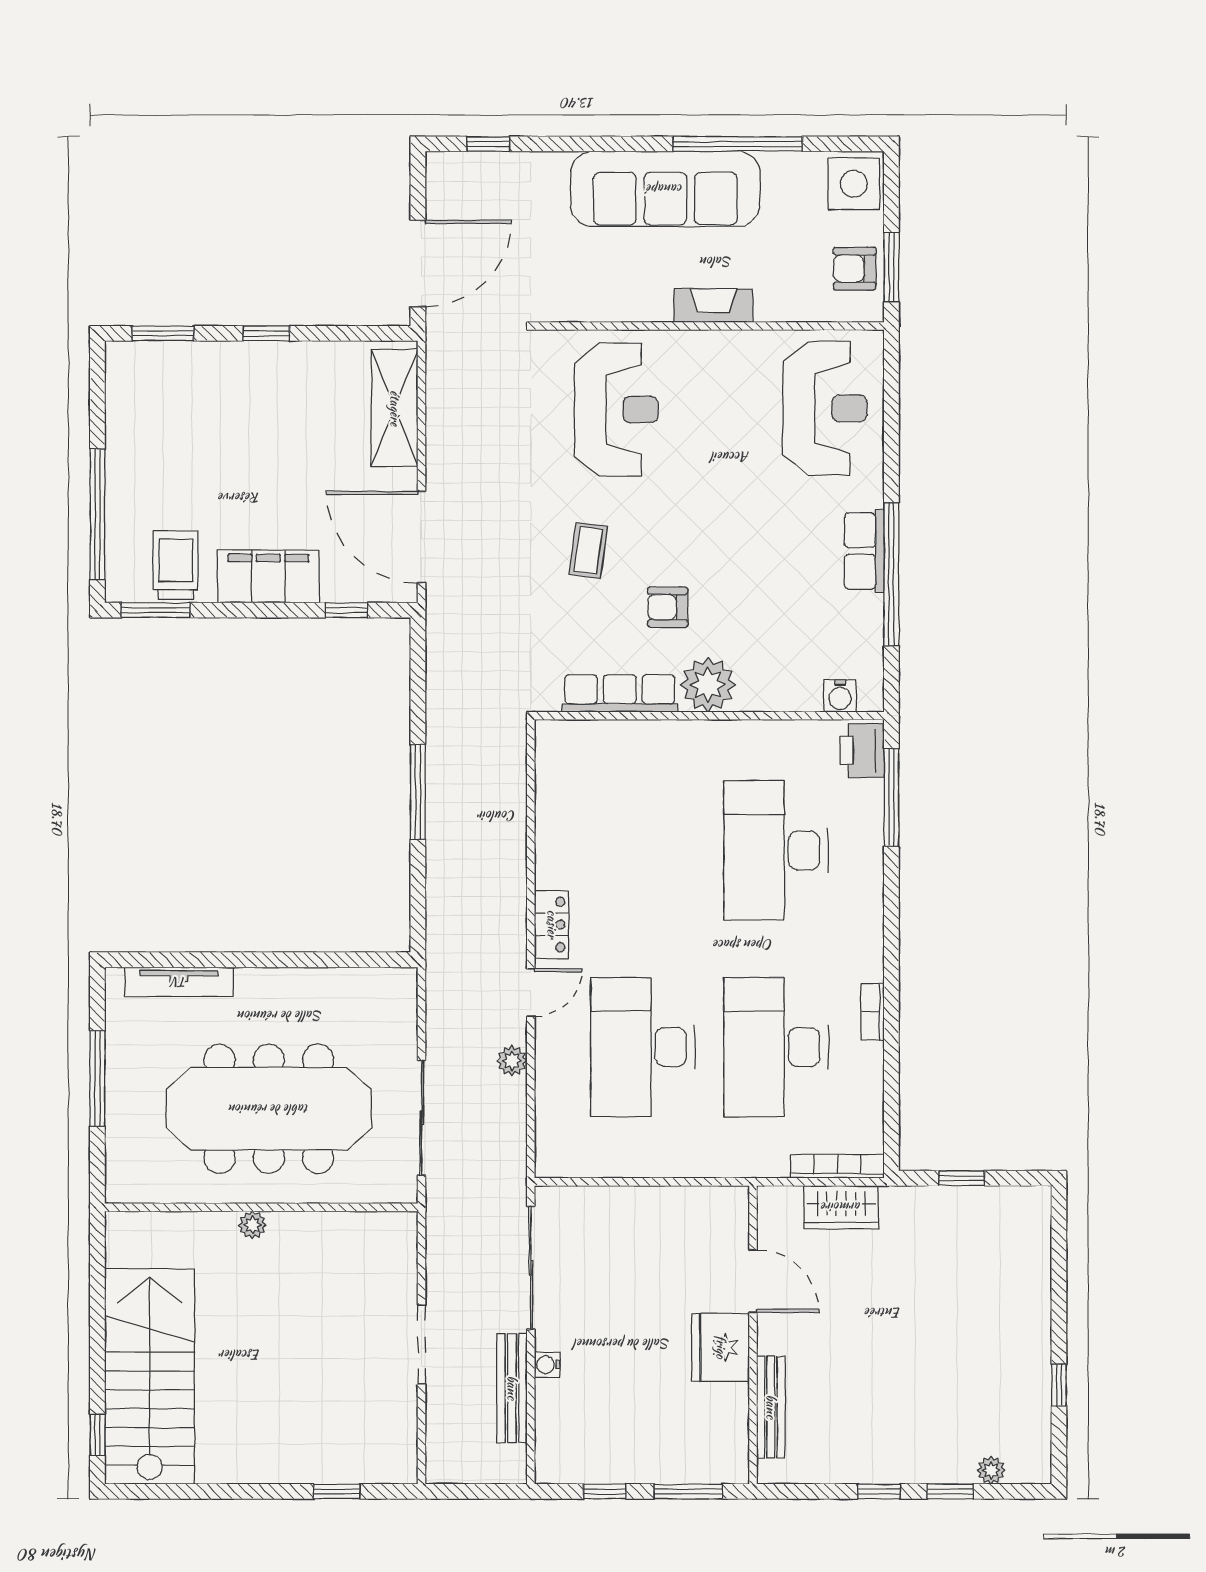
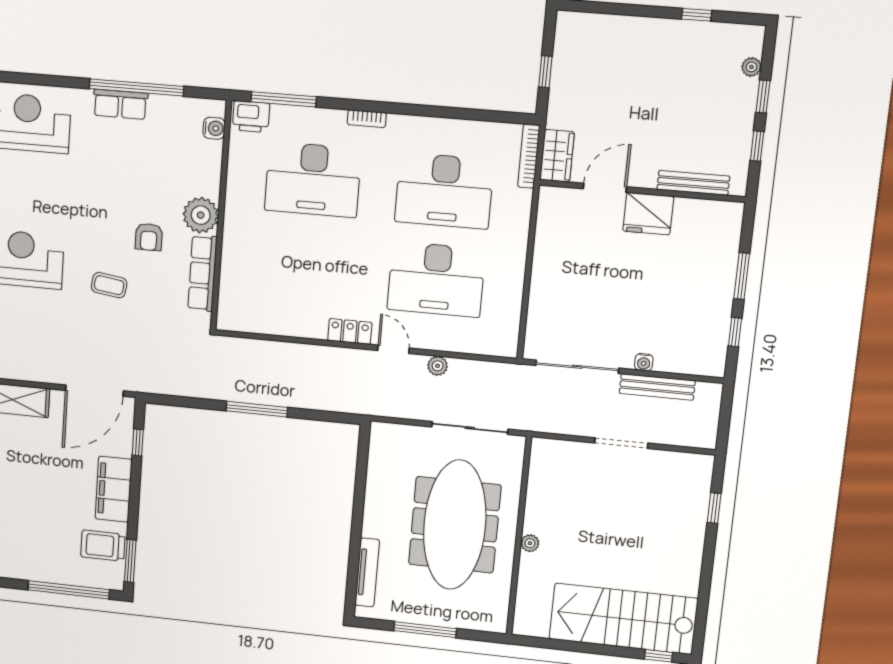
bookcase: (873, 1012) -> (367, 119), moved
door: (753, 1281) -> (605, 188), moved
wall: (753, 1335) -> (642, 191), moved
fridge: (721, 1347) -> (648, 214), moved
bench: (771, 1407) -> (693, 183), moved

